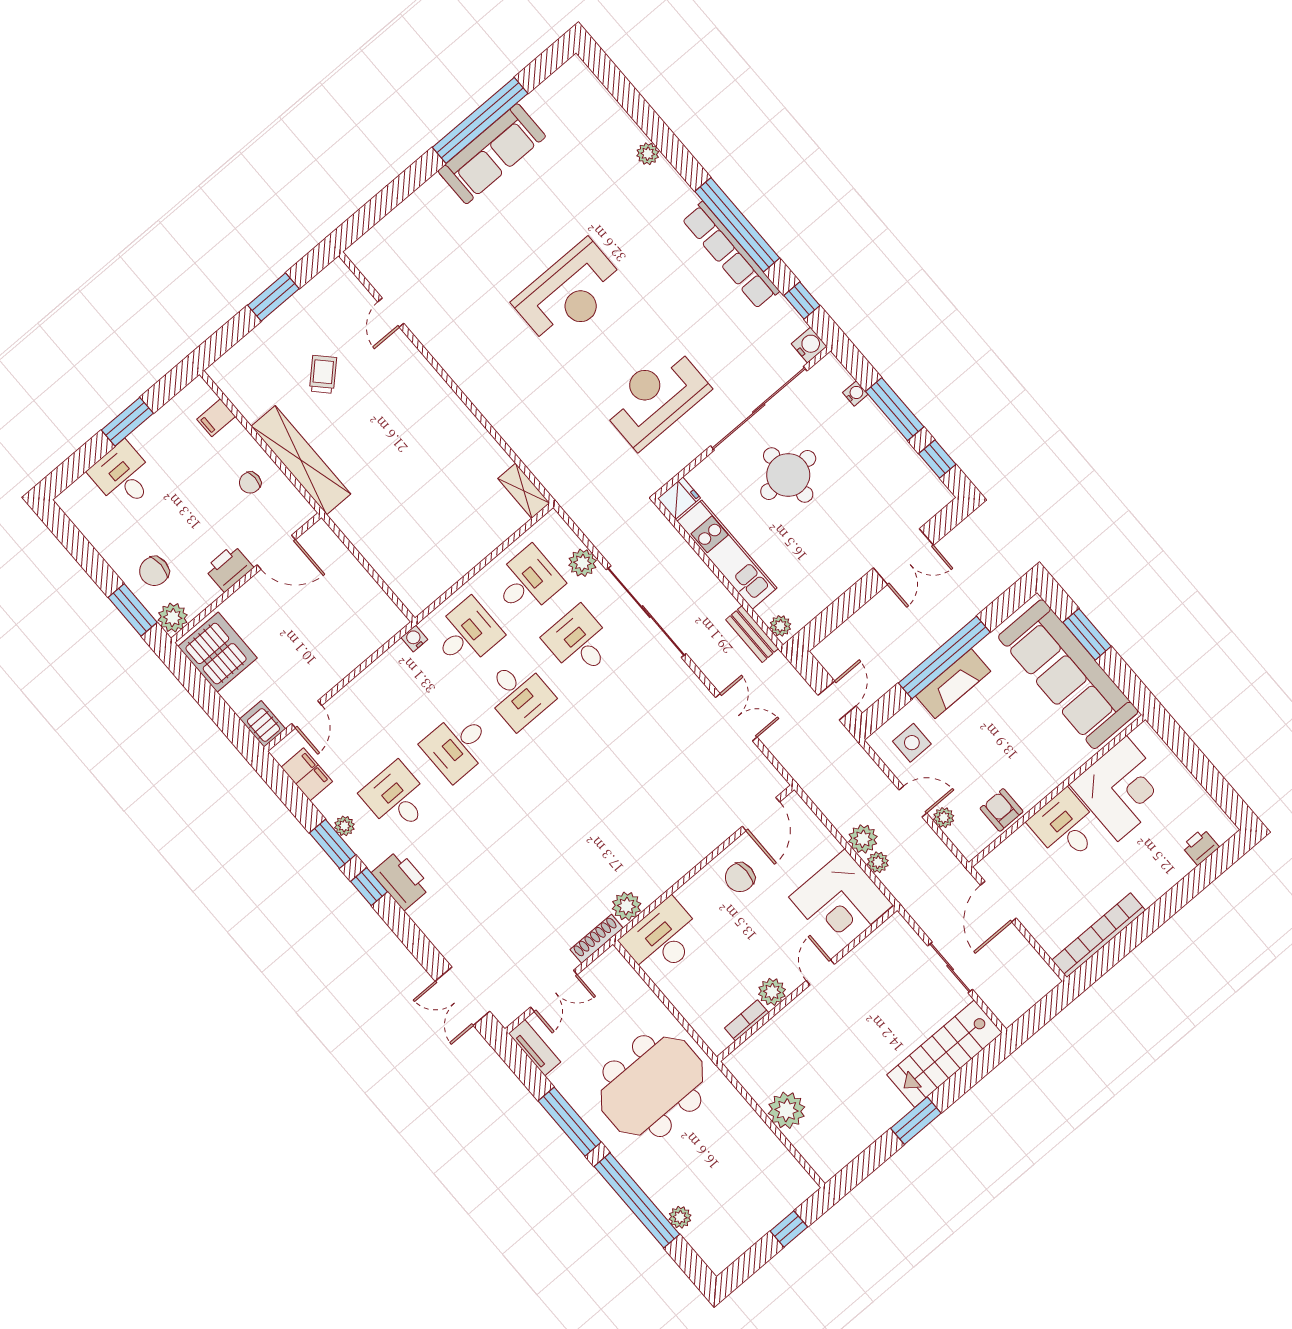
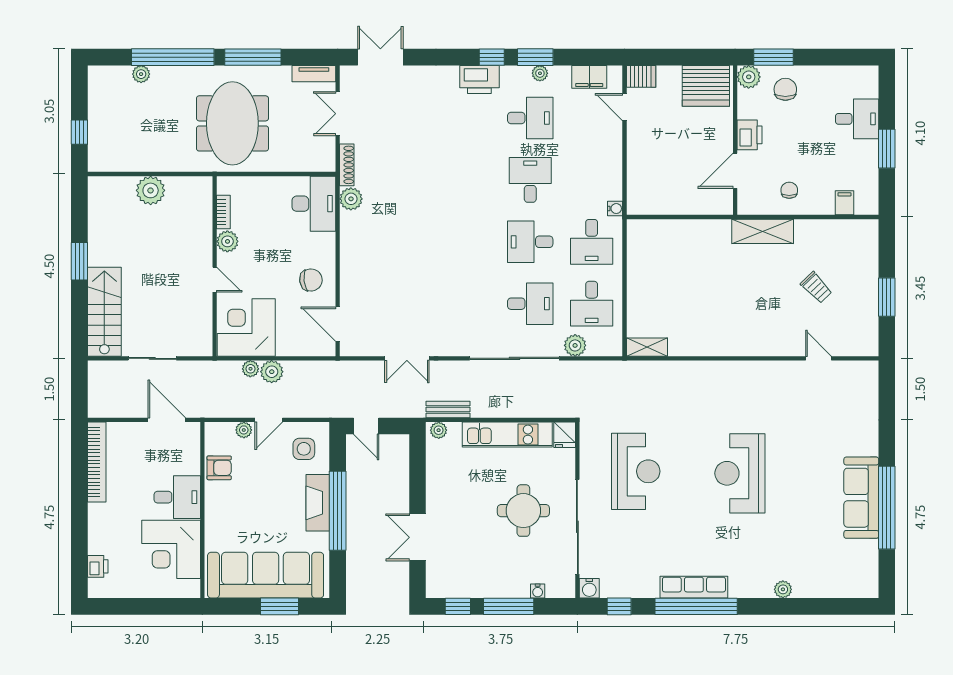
row of seats: (731, 255) -> (694, 587), width x0.73
shelving: (301, 460) -> (763, 231), width x0.68
chair: (740, 877) -> (311, 280), turned 83

